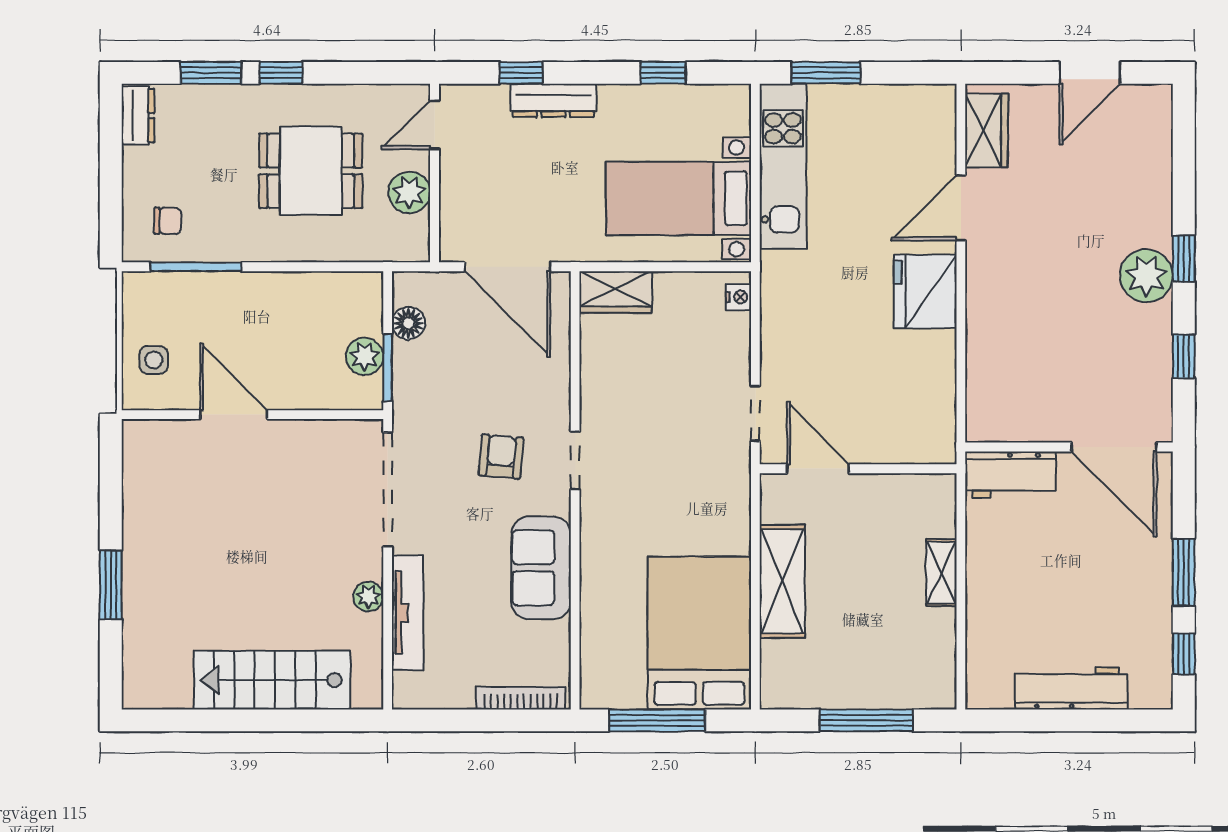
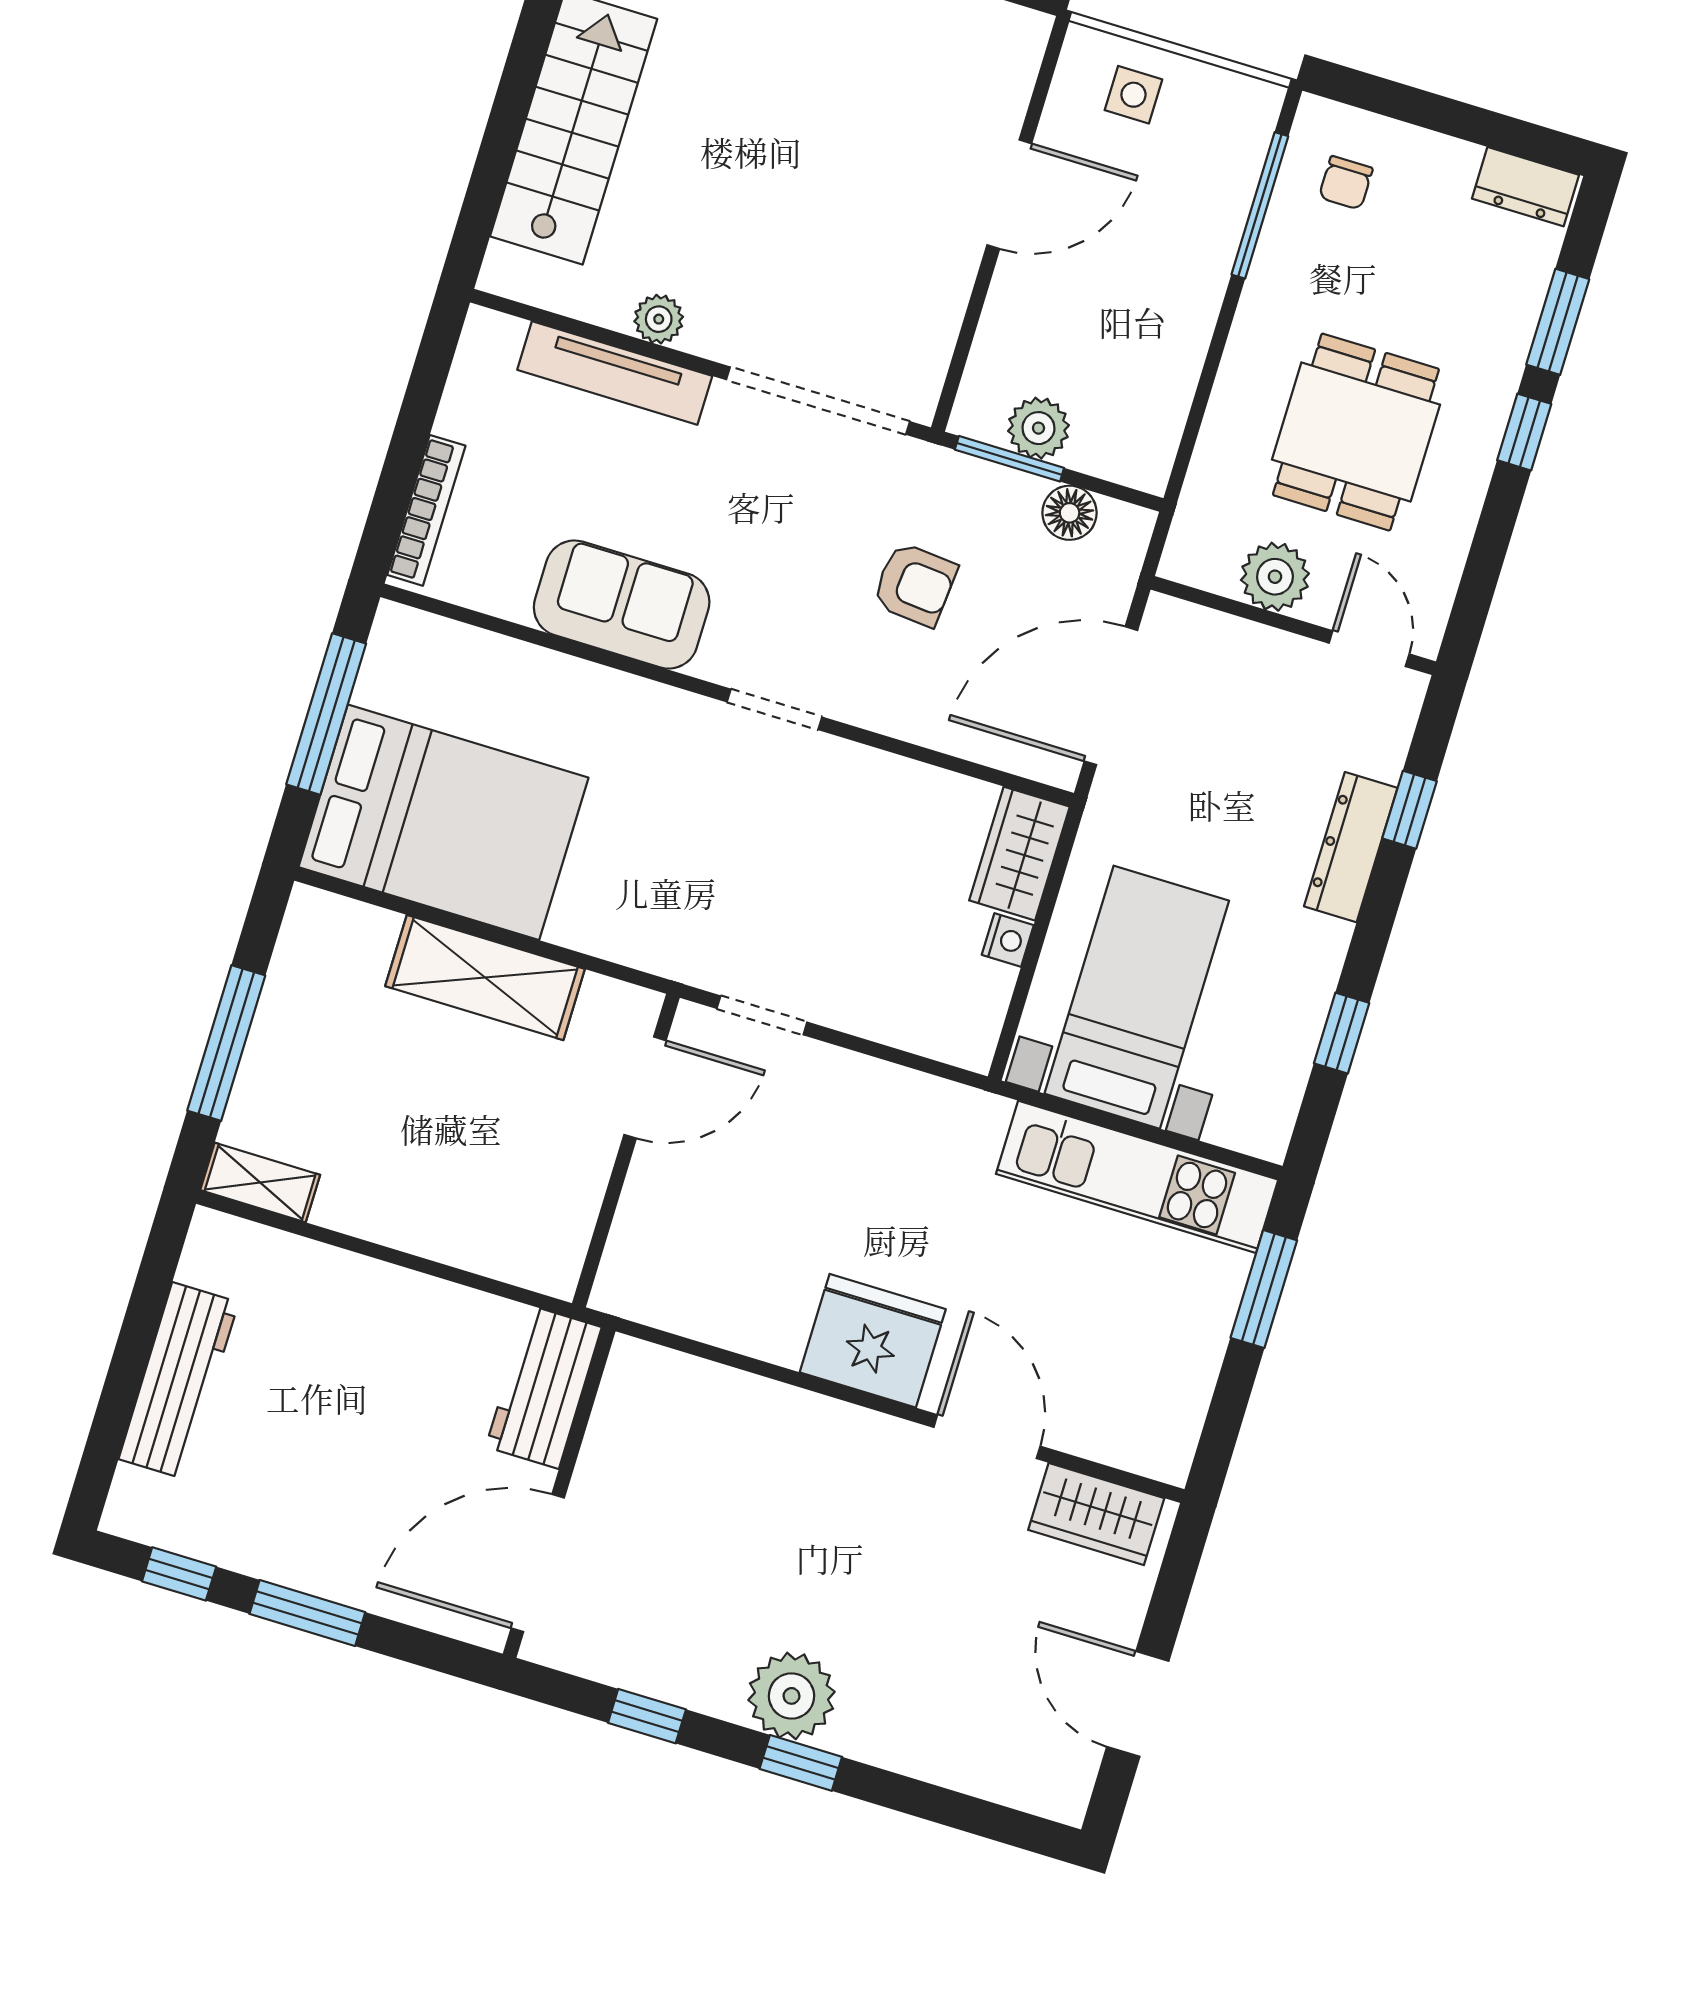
nightstand: (739, 297) -> (1008, 940), moved, turned -90
armchair: (501, 456) -> (915, 584), moved
shelving: (941, 573) -> (260, 1182), moved

